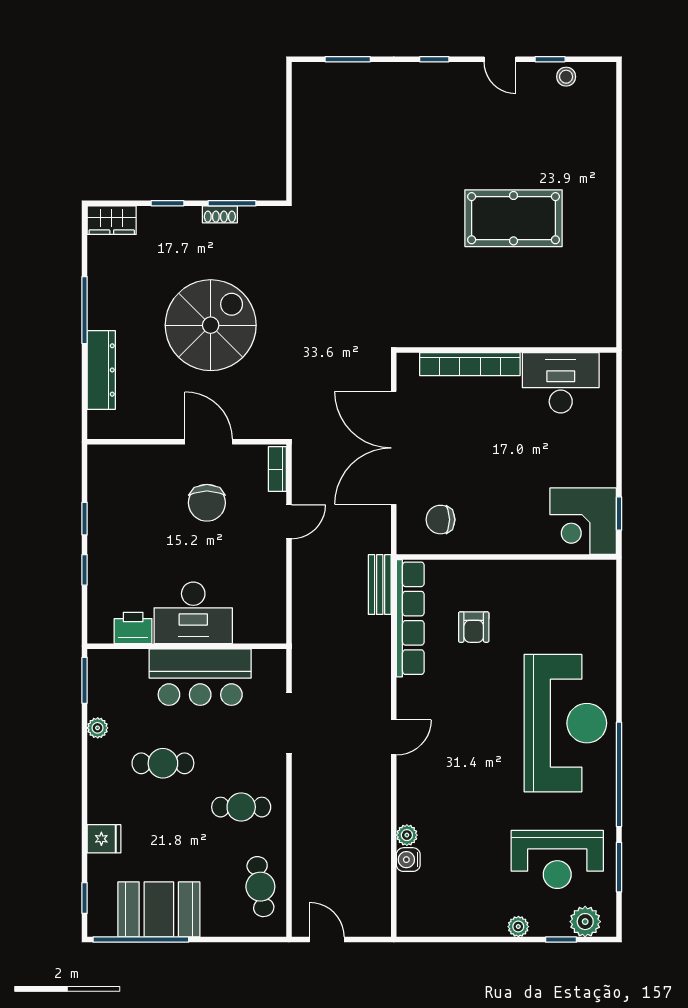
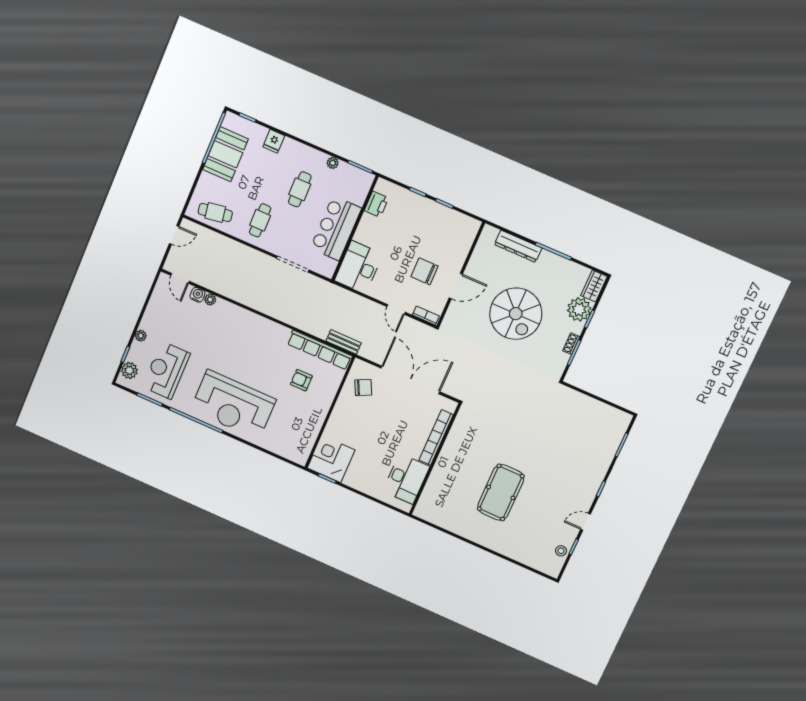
plant: (159, 227) -> (579, 309), added
chair: (440, 520) -> (363, 387), turned 64
desk: (193, 613) -> (359, 267), moved
door: (394, 737) -> (180, 278), moved

